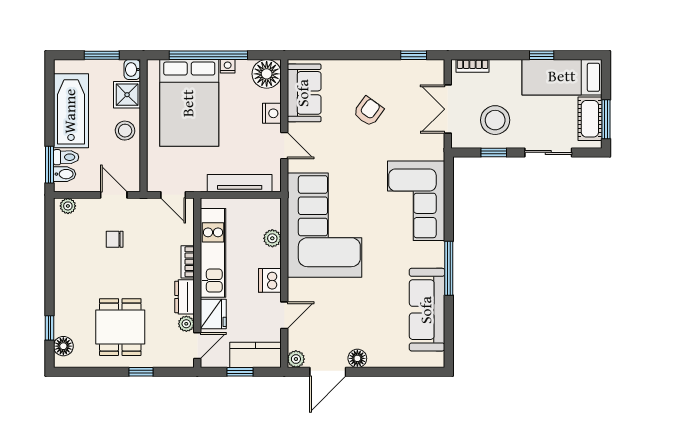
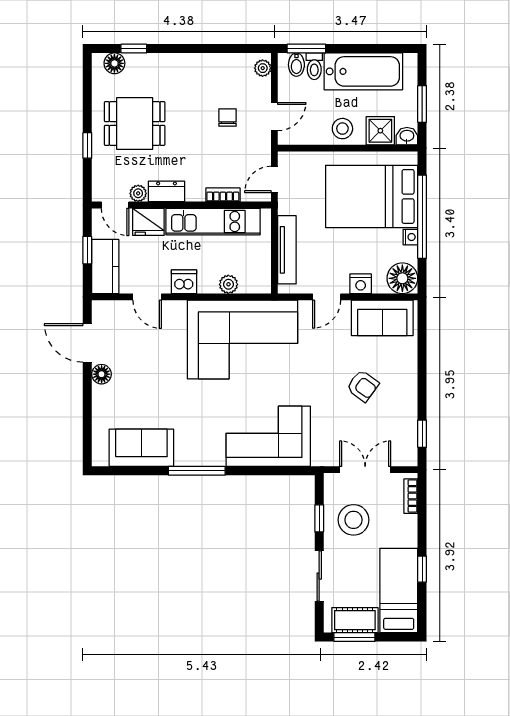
bookcase: (188, 262) -> (223, 195), moved
sofa: (427, 310) -> (141, 448), width x0.73
plant: (296, 359) -> (101, 309), removed

